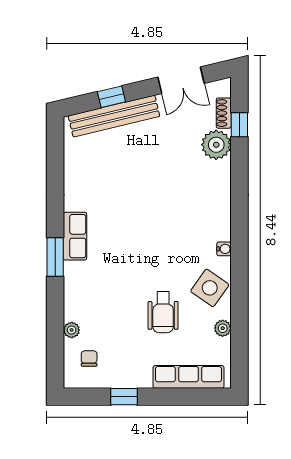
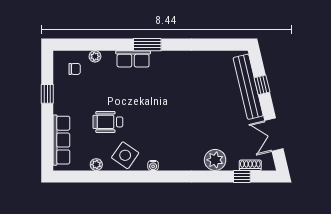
plant: (216, 145) -> (215, 160), moved
row of seats: (75, 236) -> (133, 59), moved

